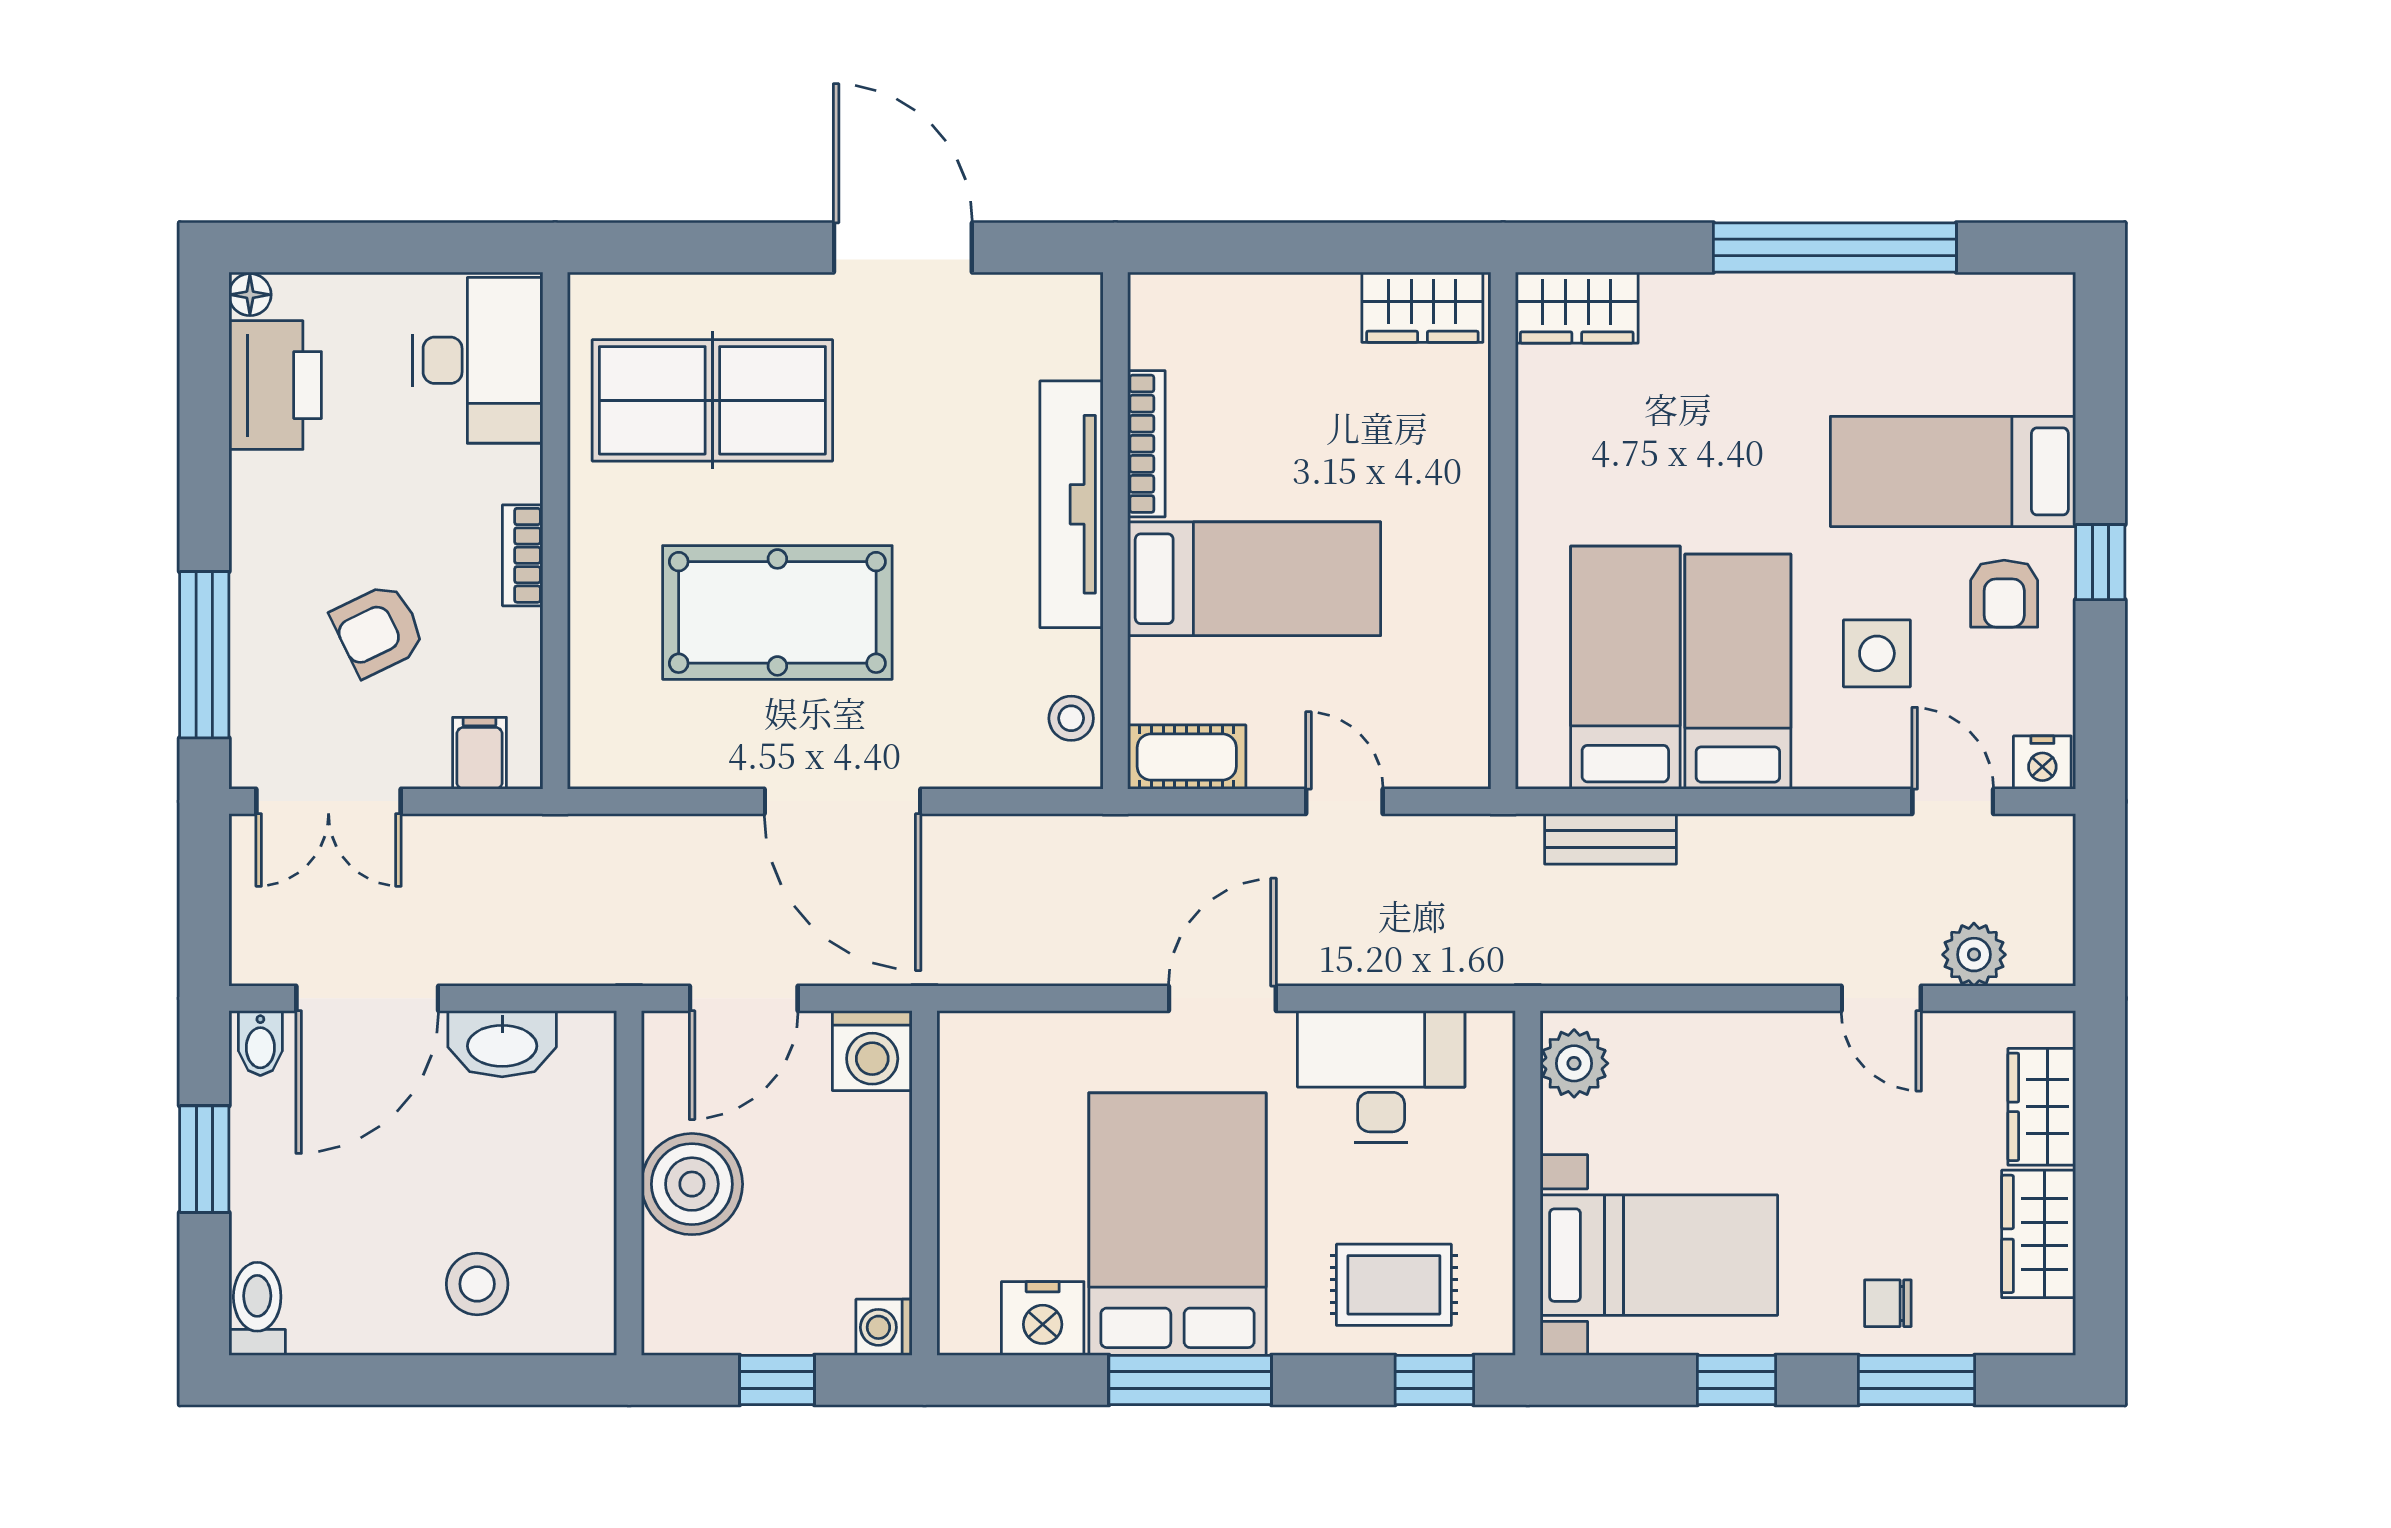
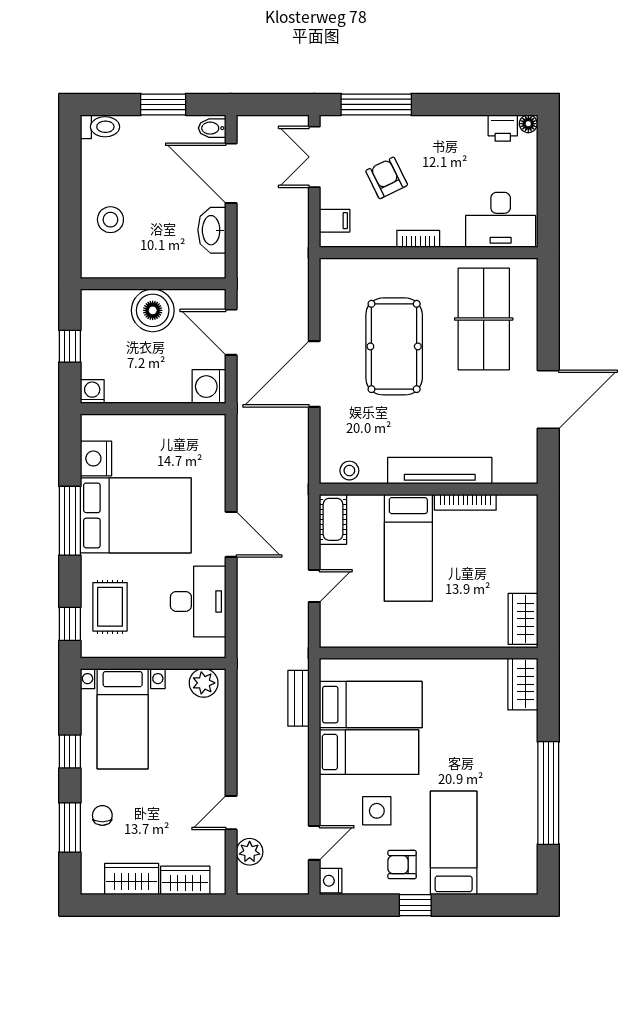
printer: (275, 385) -> (503, 128), width x0.53, depth x0.68

